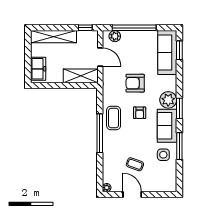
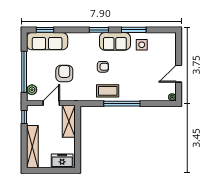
armchair: (135, 83) -> (64, 73), moved, turned 180
plant: (168, 100) -> (91, 40), removed
coffee table: (135, 164) -> (151, 71), removed

